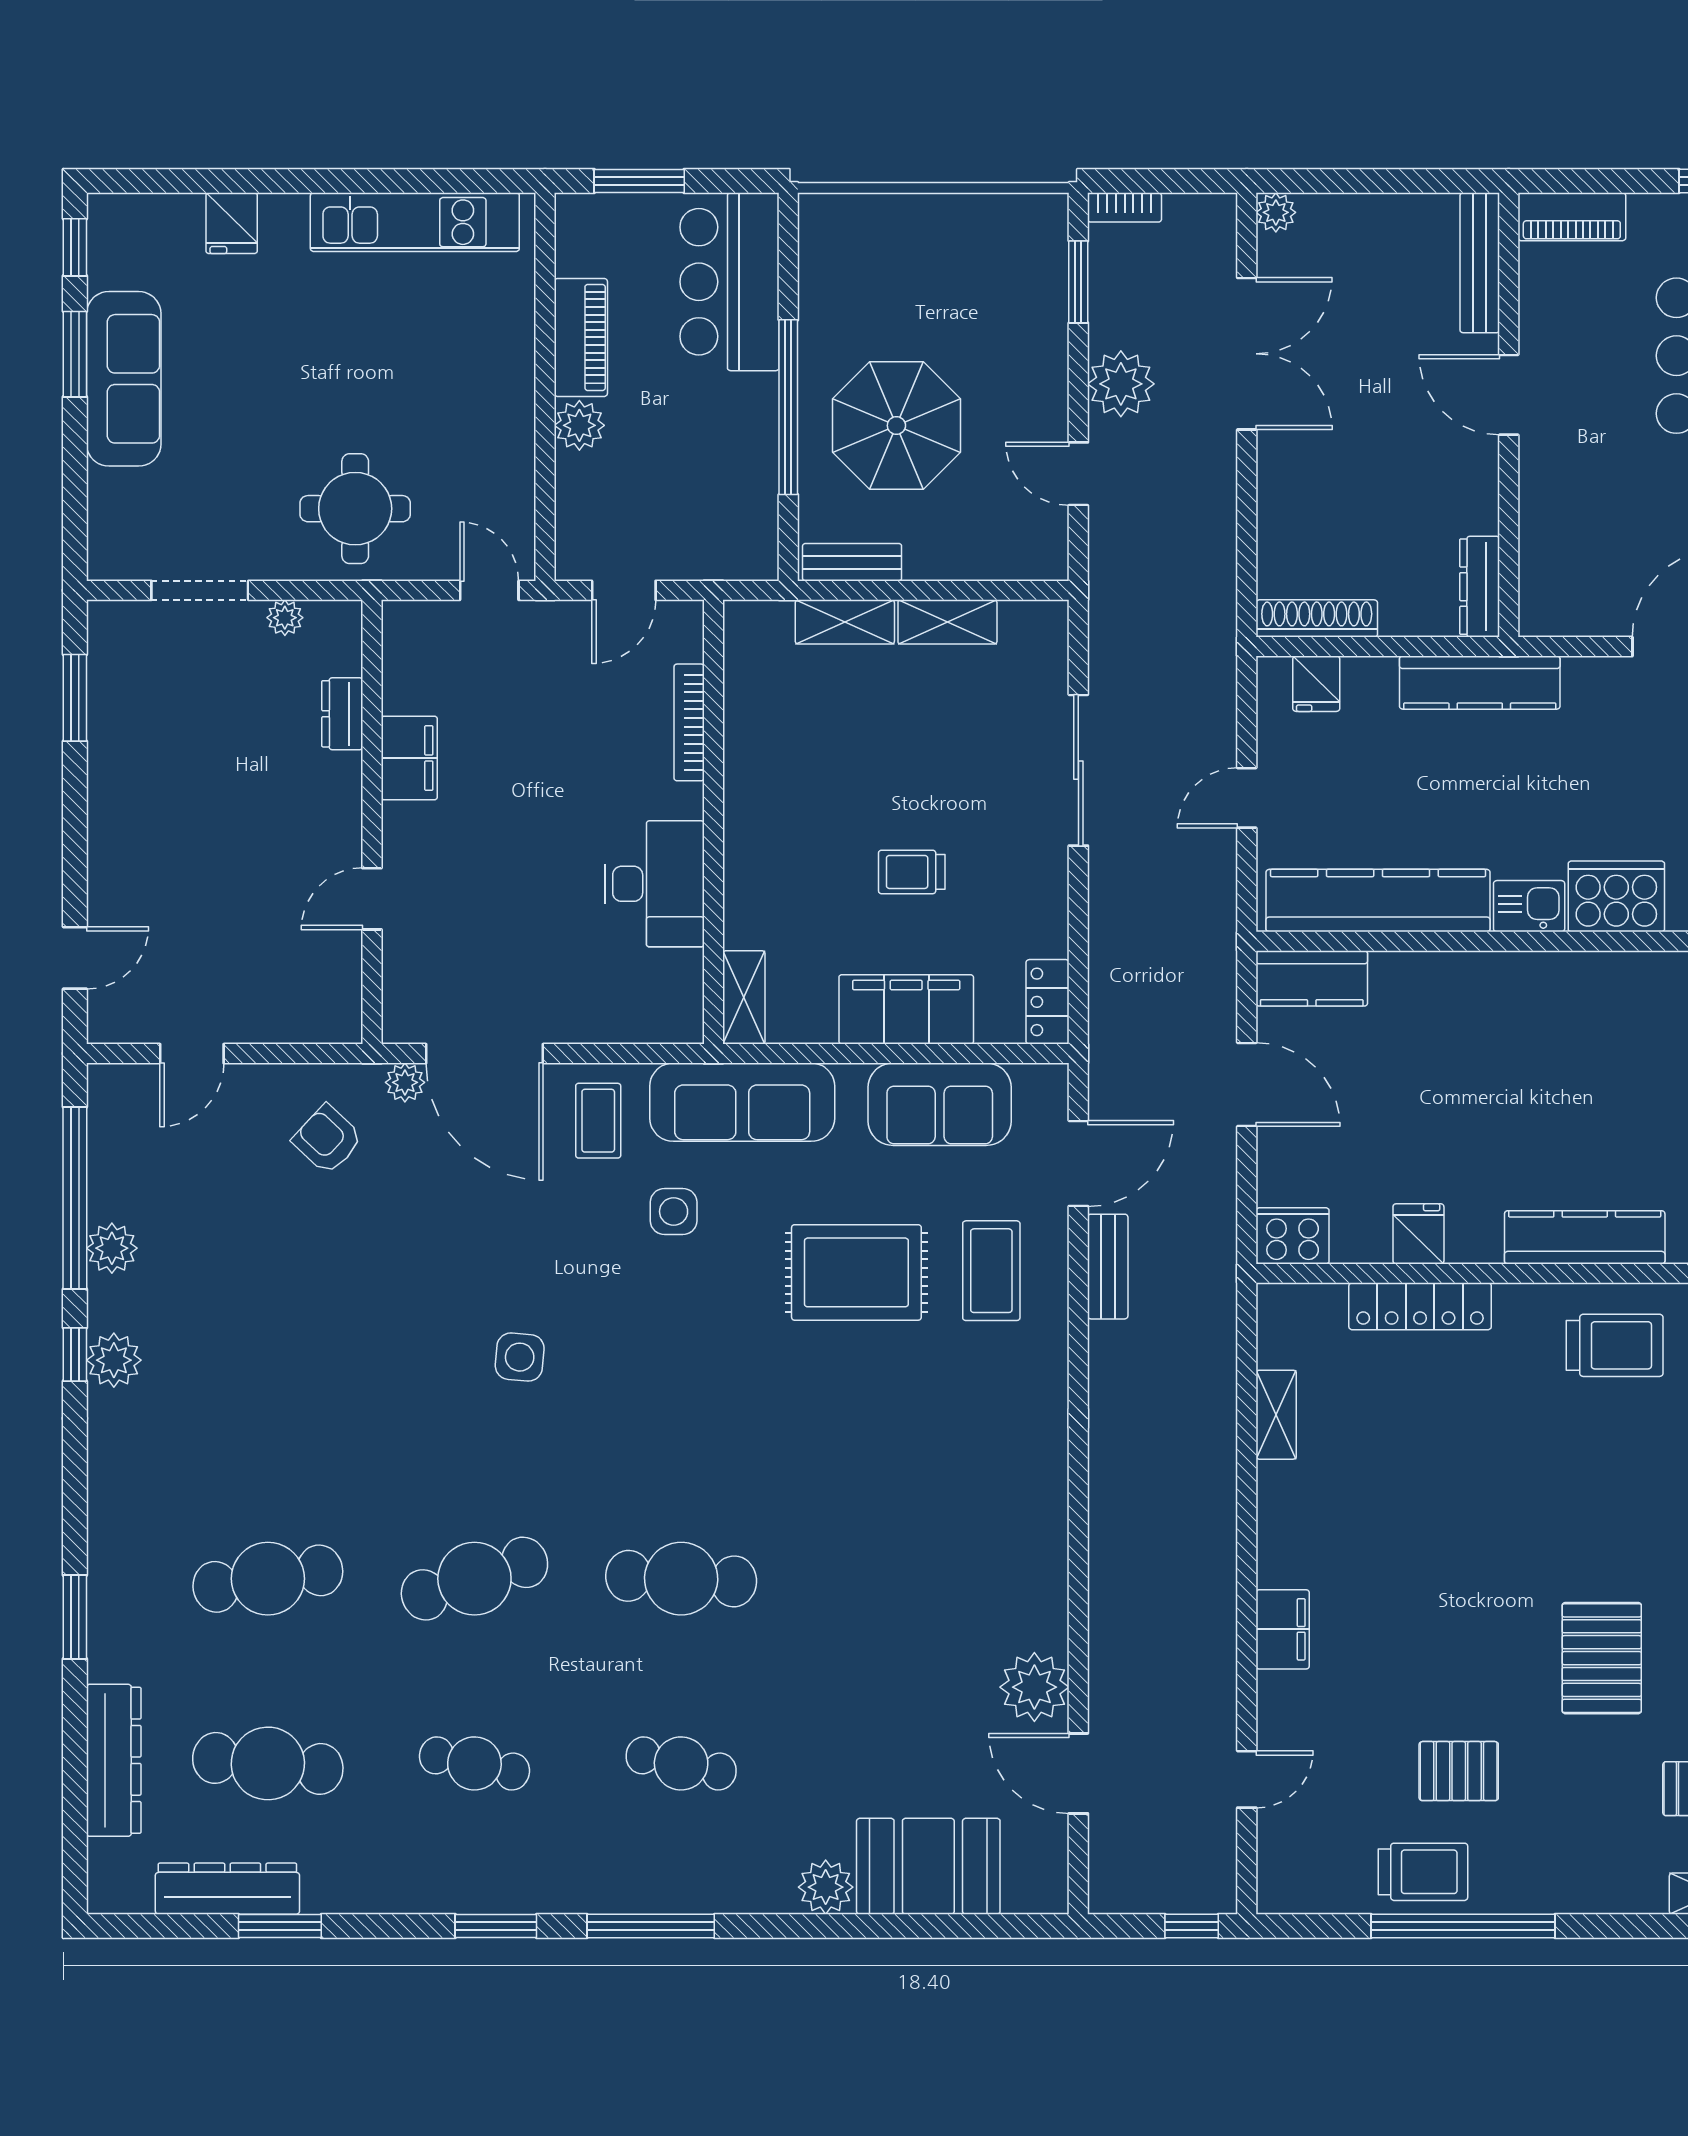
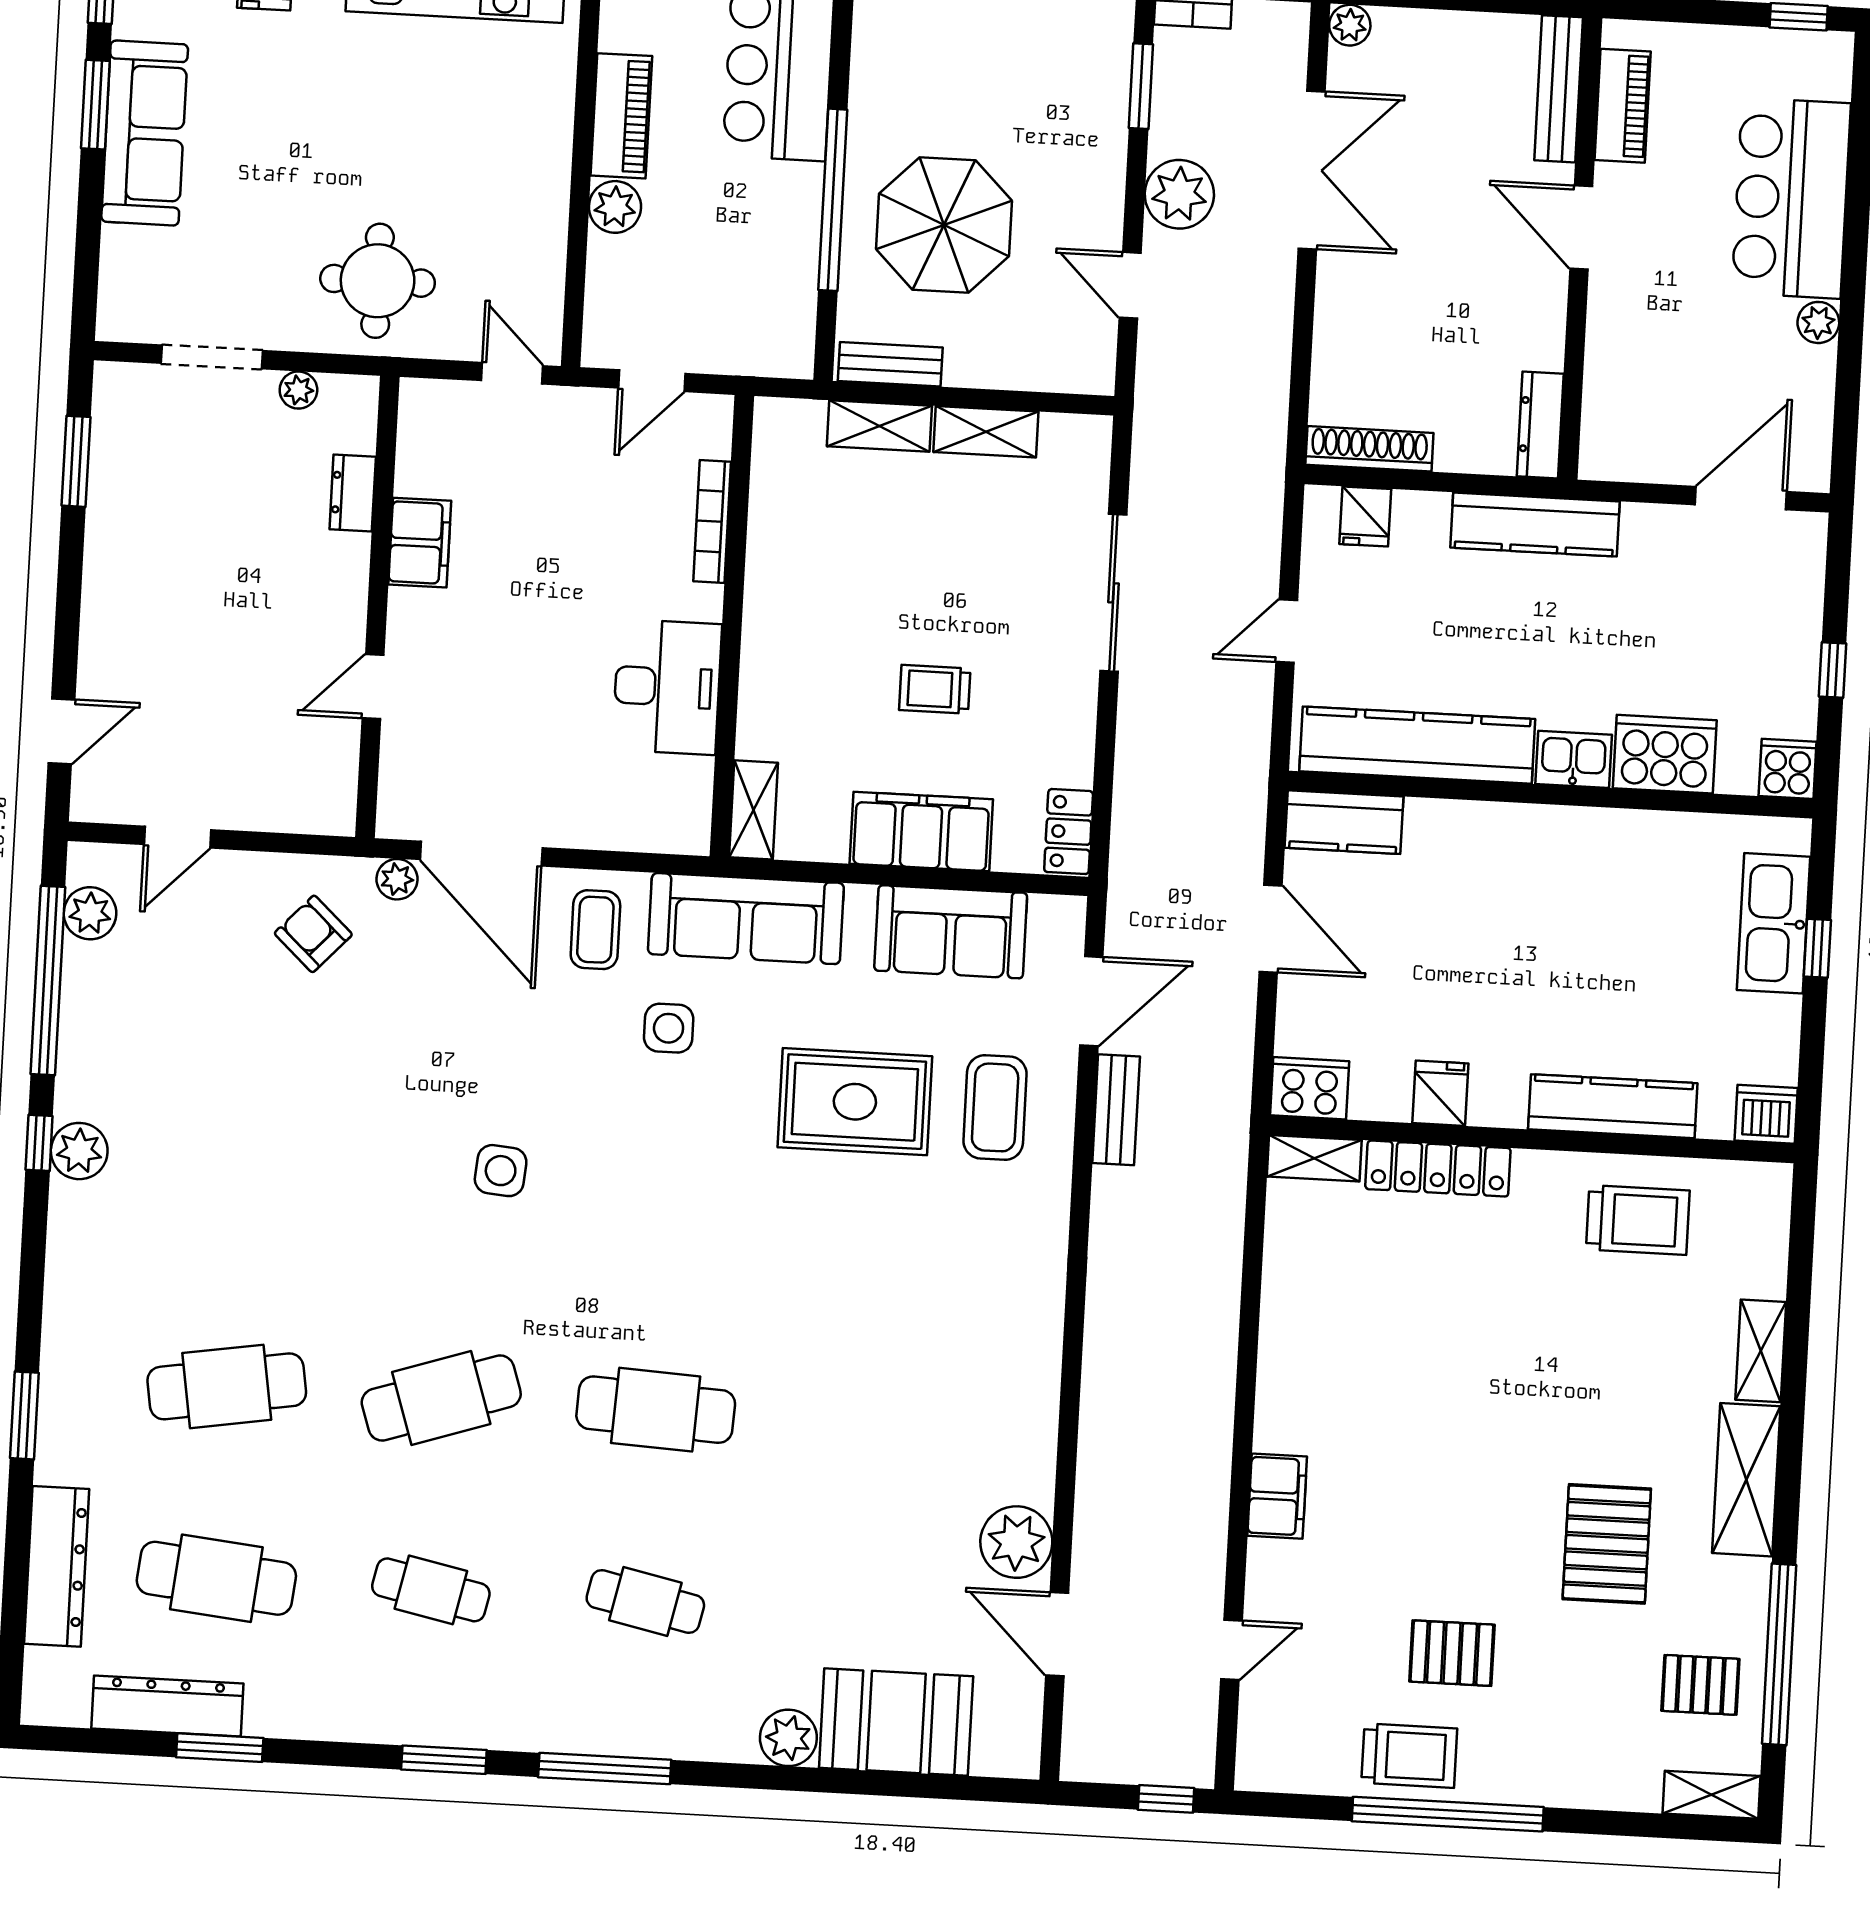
piano: (1572, 217) -> (1623, 106), moved, turned -90
plant: (112, 1248) -> (90, 913), moved
shelving: (1276, 1415) -> (1314, 1158), moved, turned 90

